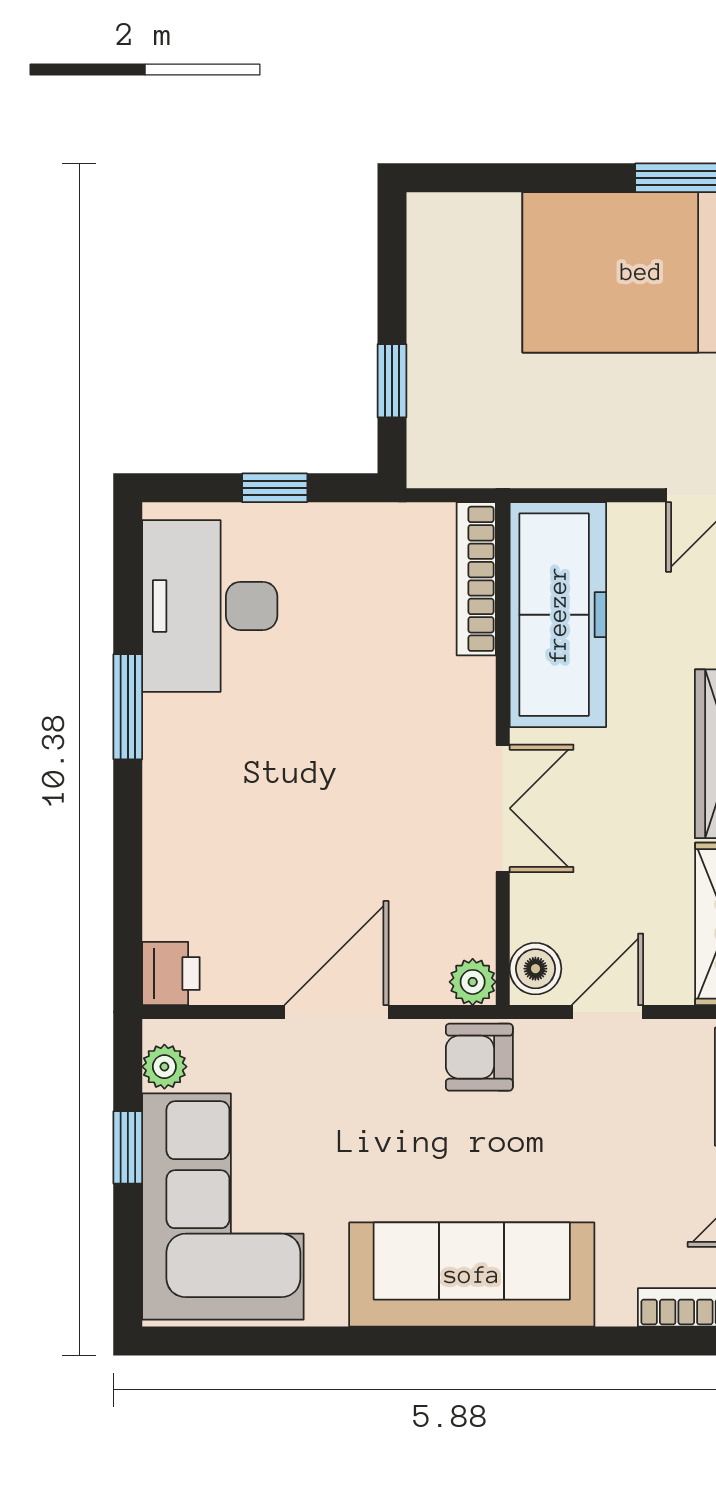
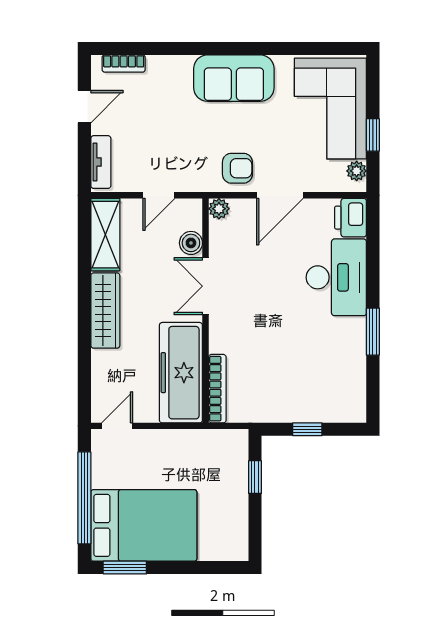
desk: (210, 606) -> (336, 277), moved
boiler: (535, 969) -> (191, 243), moved
printer: (171, 974) -> (351, 218), width x1.36, depth x1.24
armchair: (479, 1057) -> (237, 168), moved
sofa: (472, 1275) -> (234, 78), width x0.73

